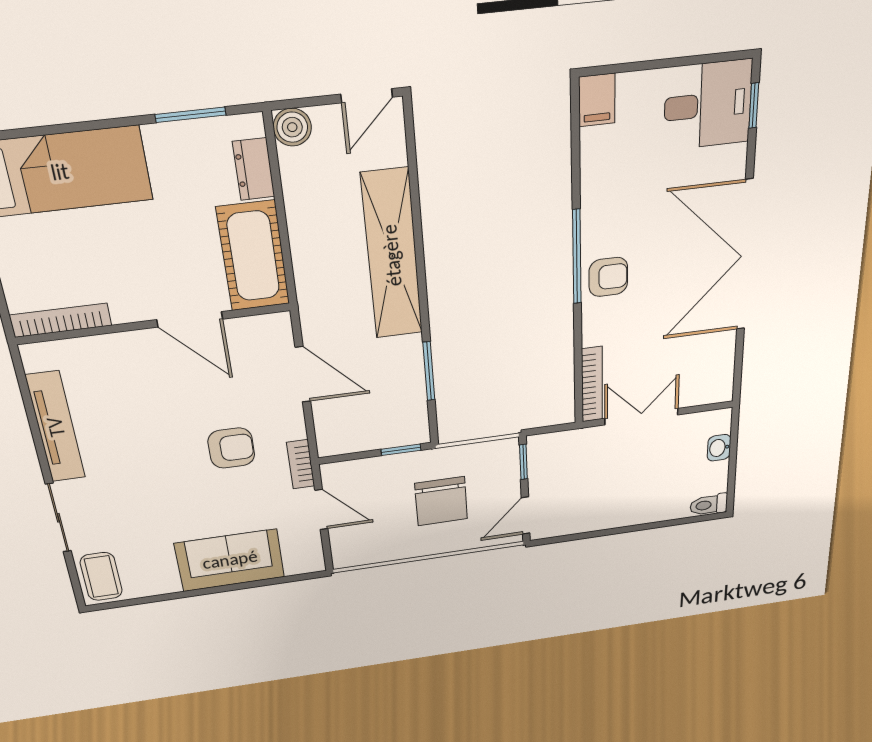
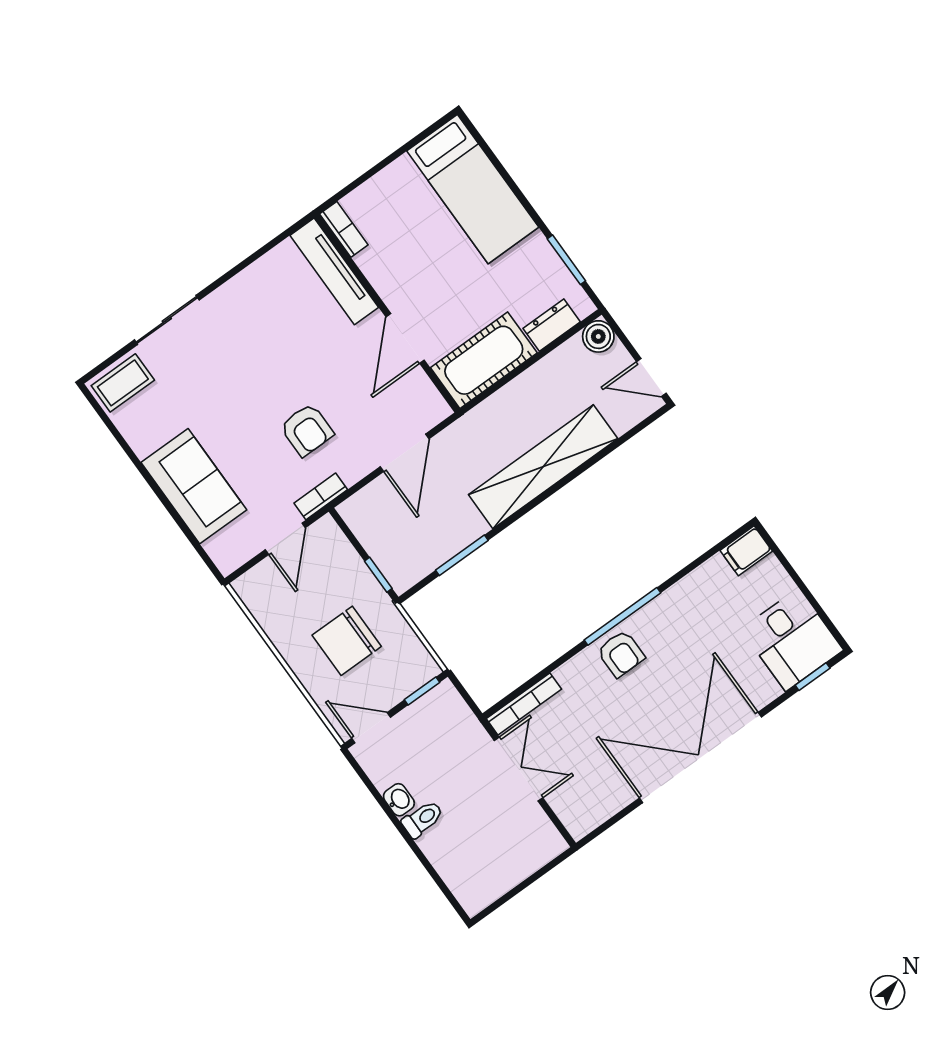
bookcase: (61, 320) -> (344, 229), width x0.64
tv unit: (56, 427) -> (334, 271), moved, turned 90
washbasin: (719, 448) -> (399, 800), moved, turned 90
toilet: (709, 505) -> (423, 819), moved, turned 90

